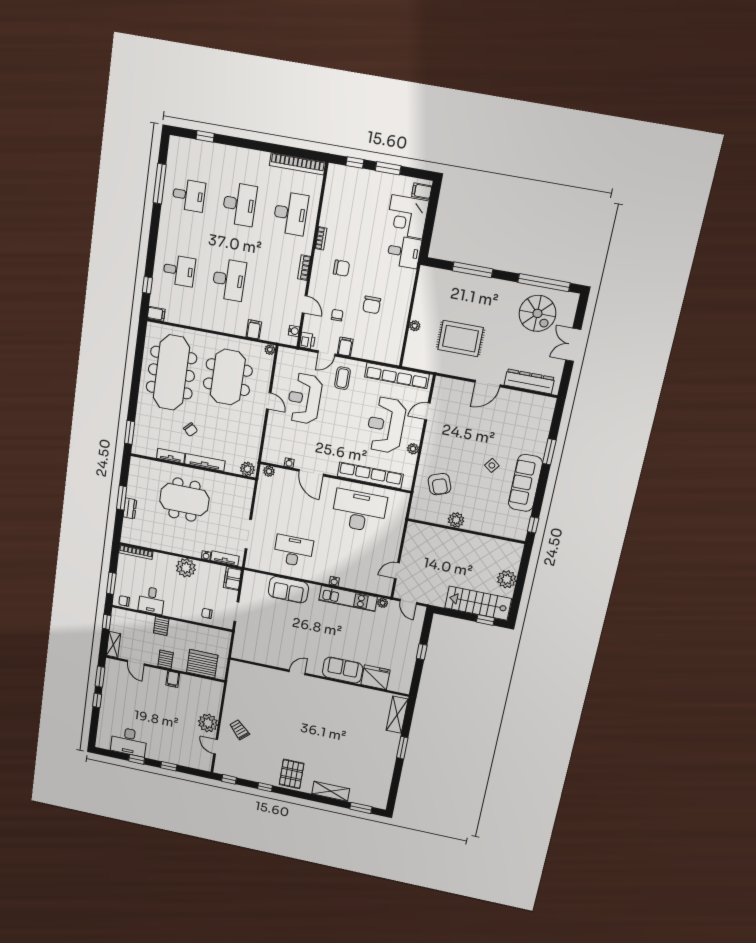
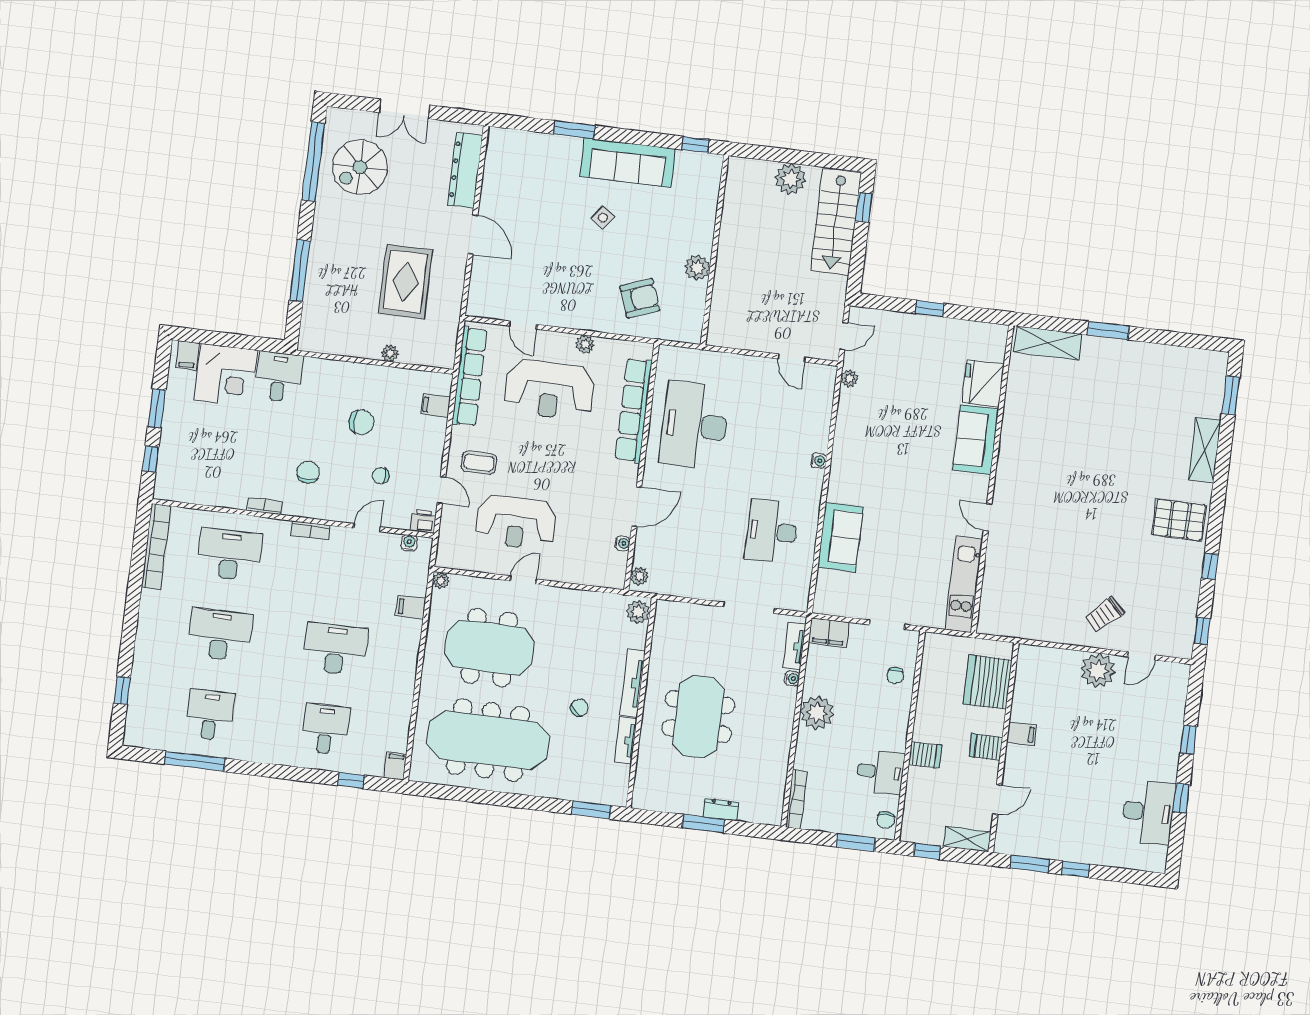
spiral stairs: (537, 313) -> (360, 167), turned 180
filing cabinet: (345, 347) -> (436, 406), moved
kitchen unit: (348, 599) -> (964, 584), moved, turned 180

